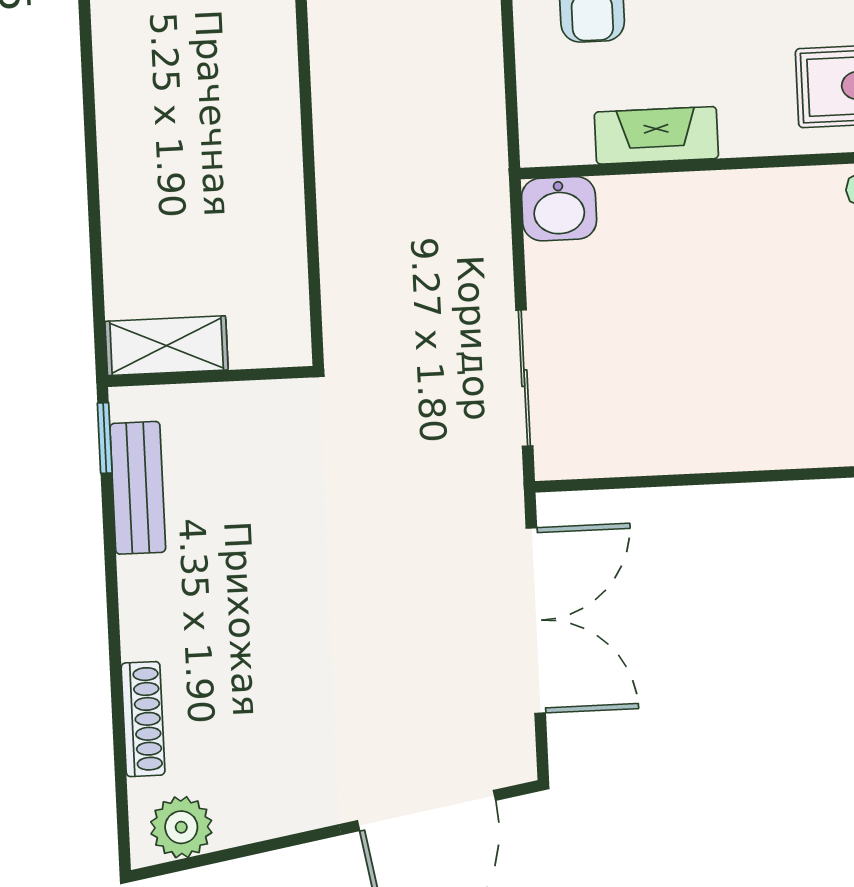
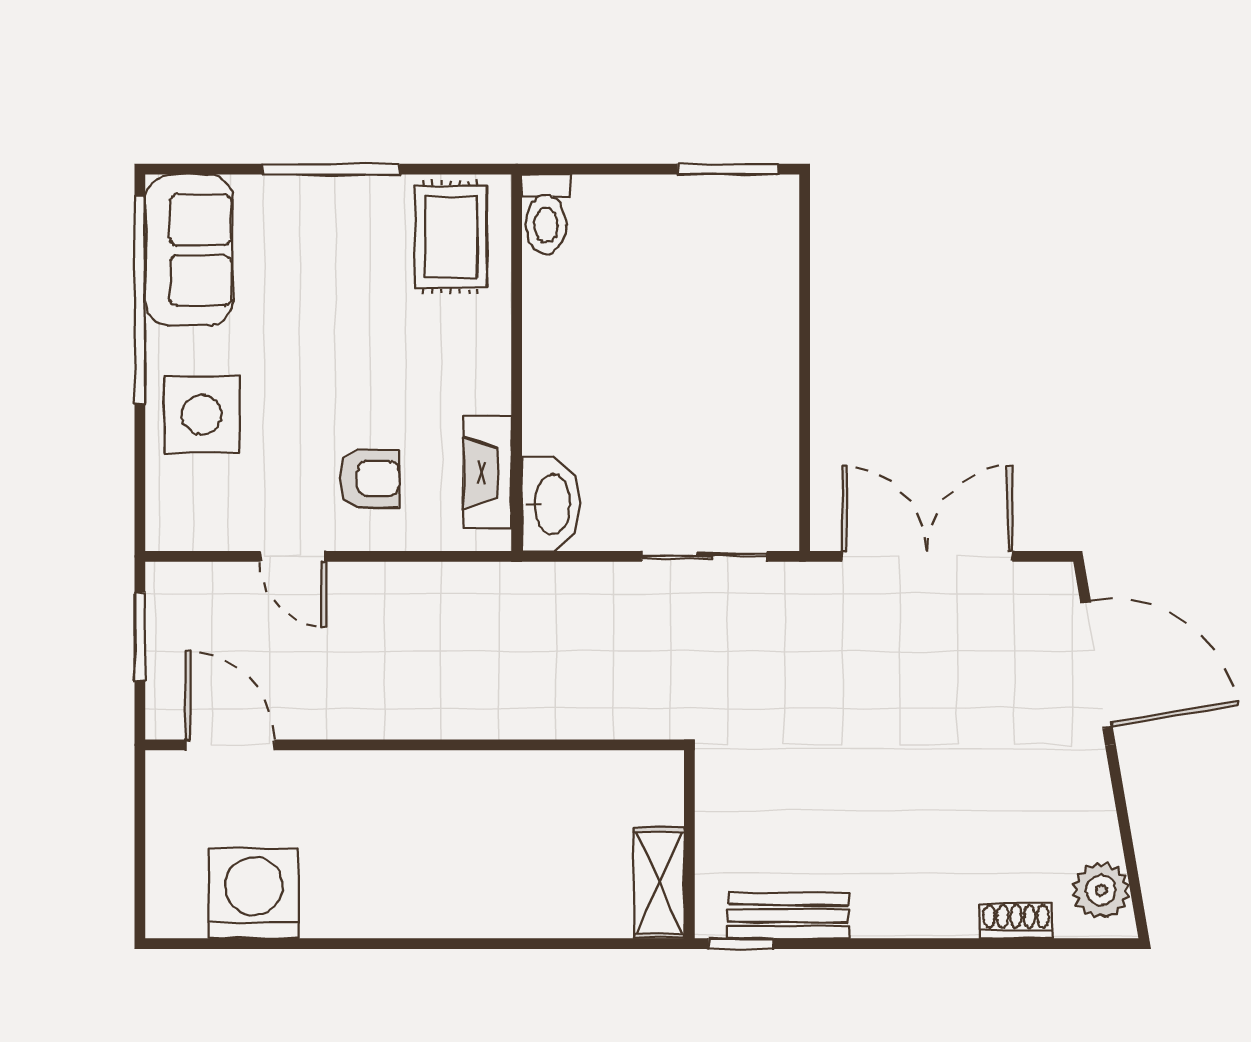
fireplace: (656, 135) -> (488, 473), moved
washbasin: (559, 209) -> (551, 504), width x1.38
shoe rack: (143, 719) -> (1016, 921), width x0.70

